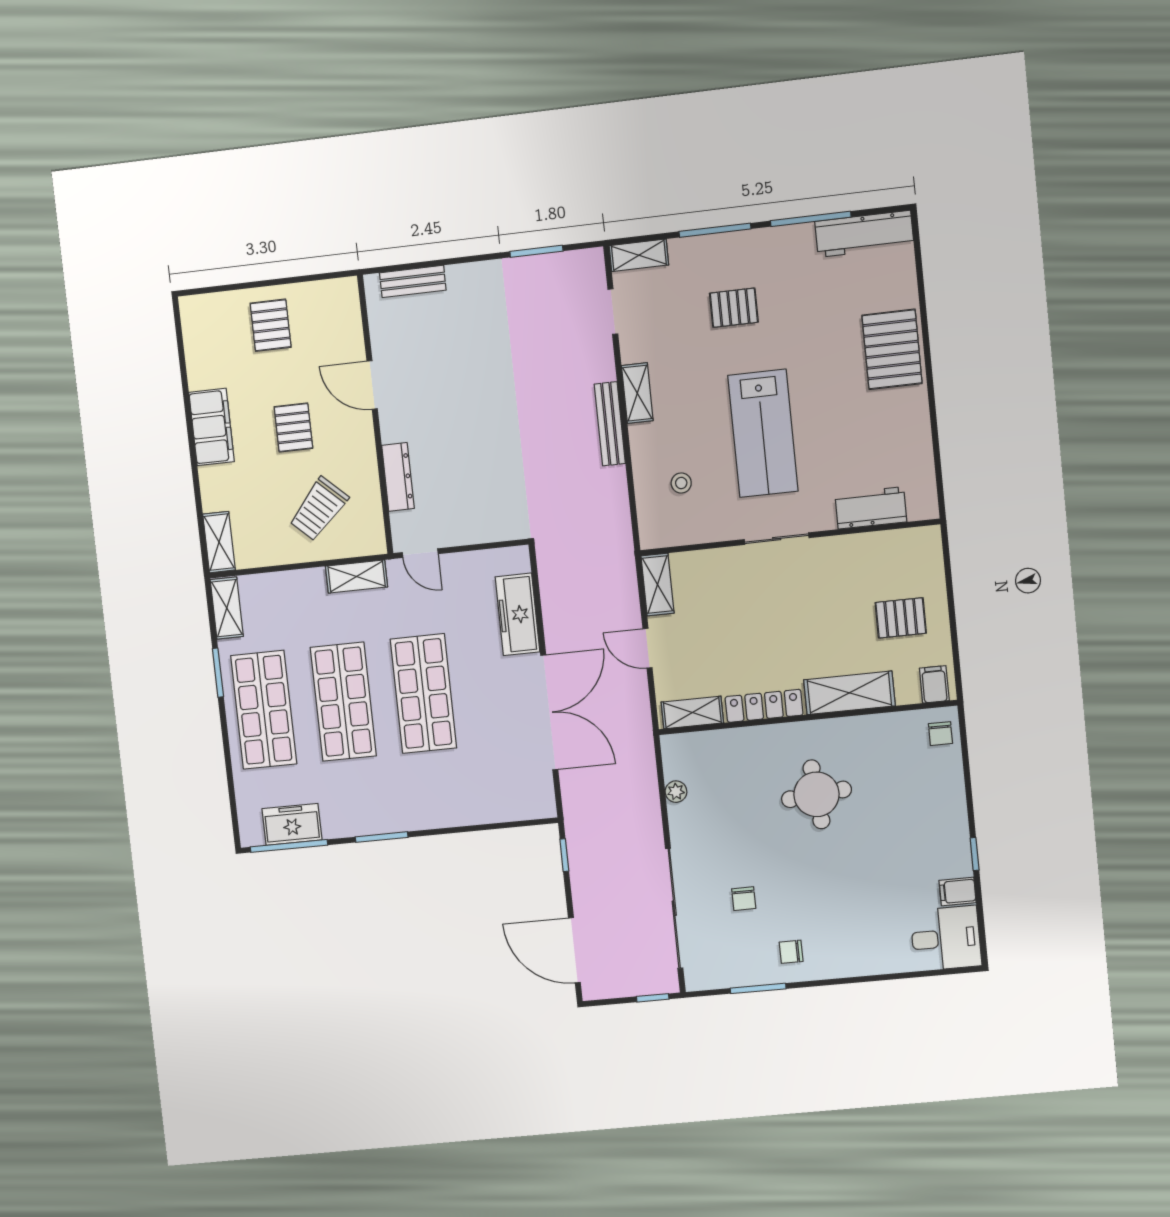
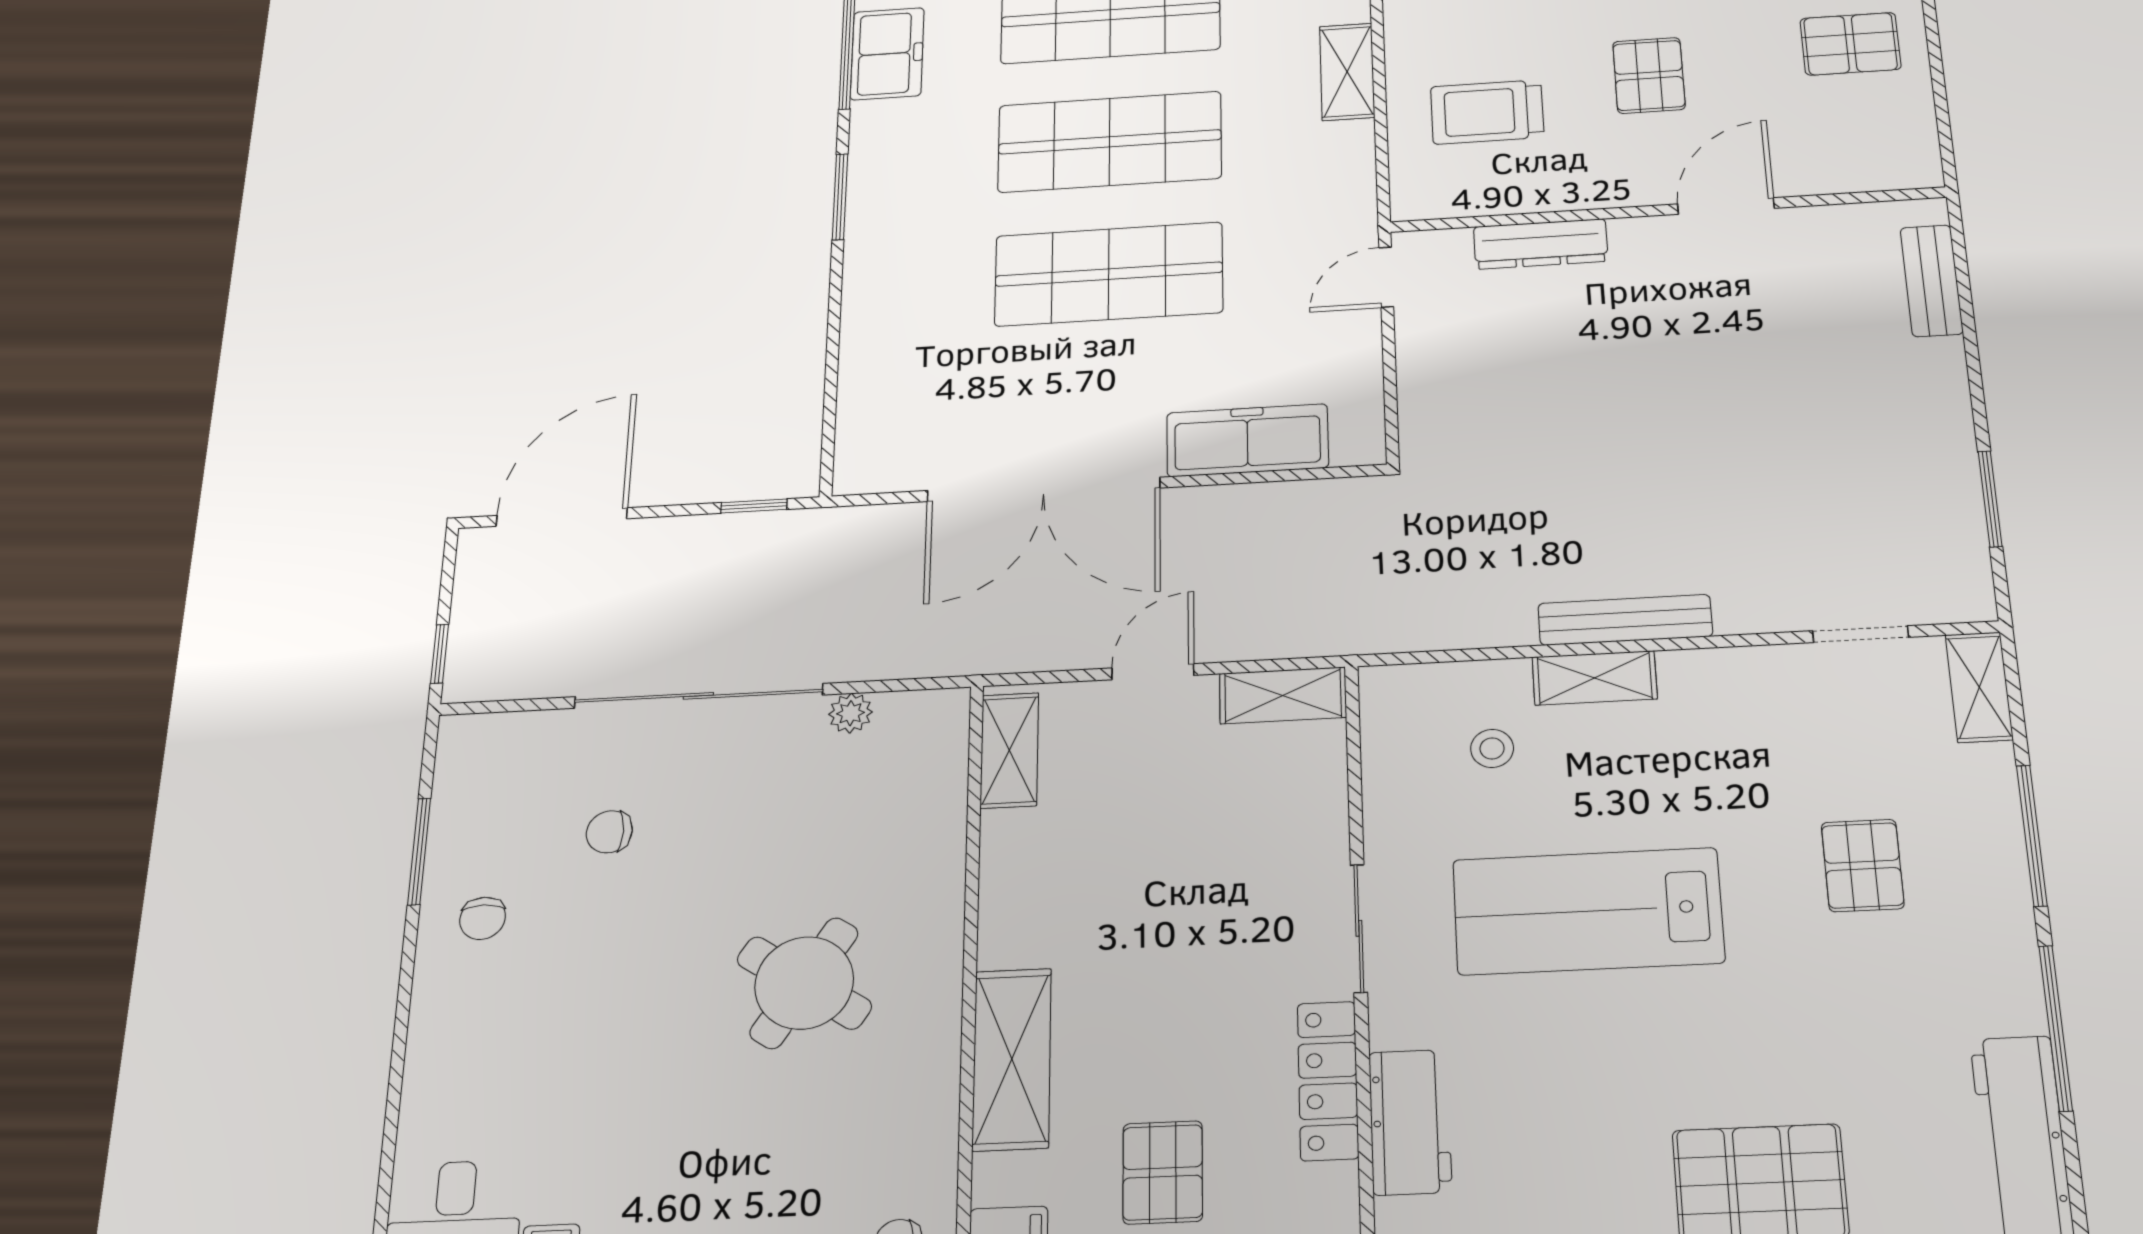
shelving: (637, 393) -> (1595, 678), moved
pallet: (293, 427) -> (1649, 75), turned 90
trolley: (319, 509) -> (1487, 112), turned -43
shelving: (357, 576) -> (1347, 72), moved
locker: (764, 706) -> (1328, 1081), moved, turned 180
round table: (816, 794) -> (804, 983), turned 38
sliding door: (674, 908) -> (698, 696), moved
chair: (791, 952) -> (483, 918), turned 180

